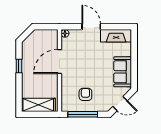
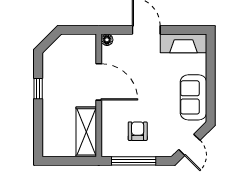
door: (59, 61) -> (99, 82), swing flipped
door: (120, 104) -> (189, 145), hinge flipped
shelving: (38, 105) -> (86, 132), moved, turned 90

